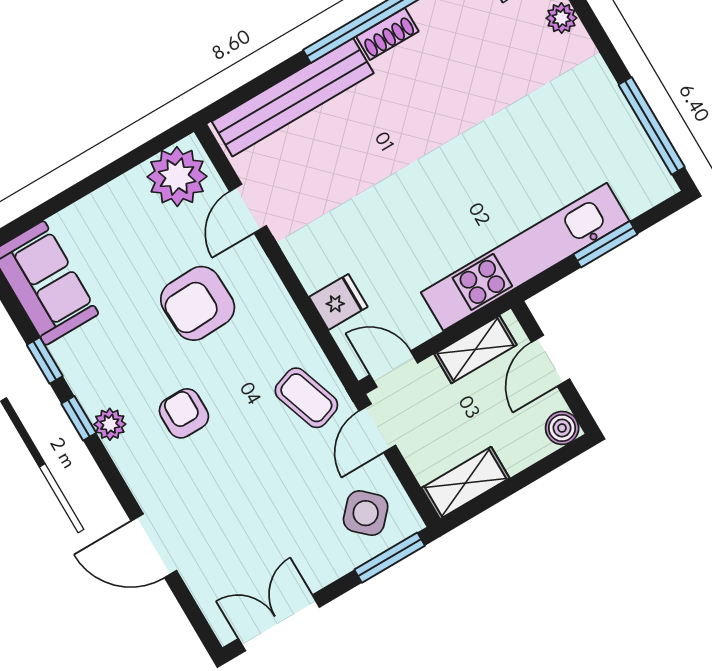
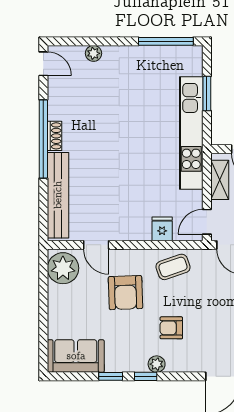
coffee table: (306, 398) -> (173, 267), moved

